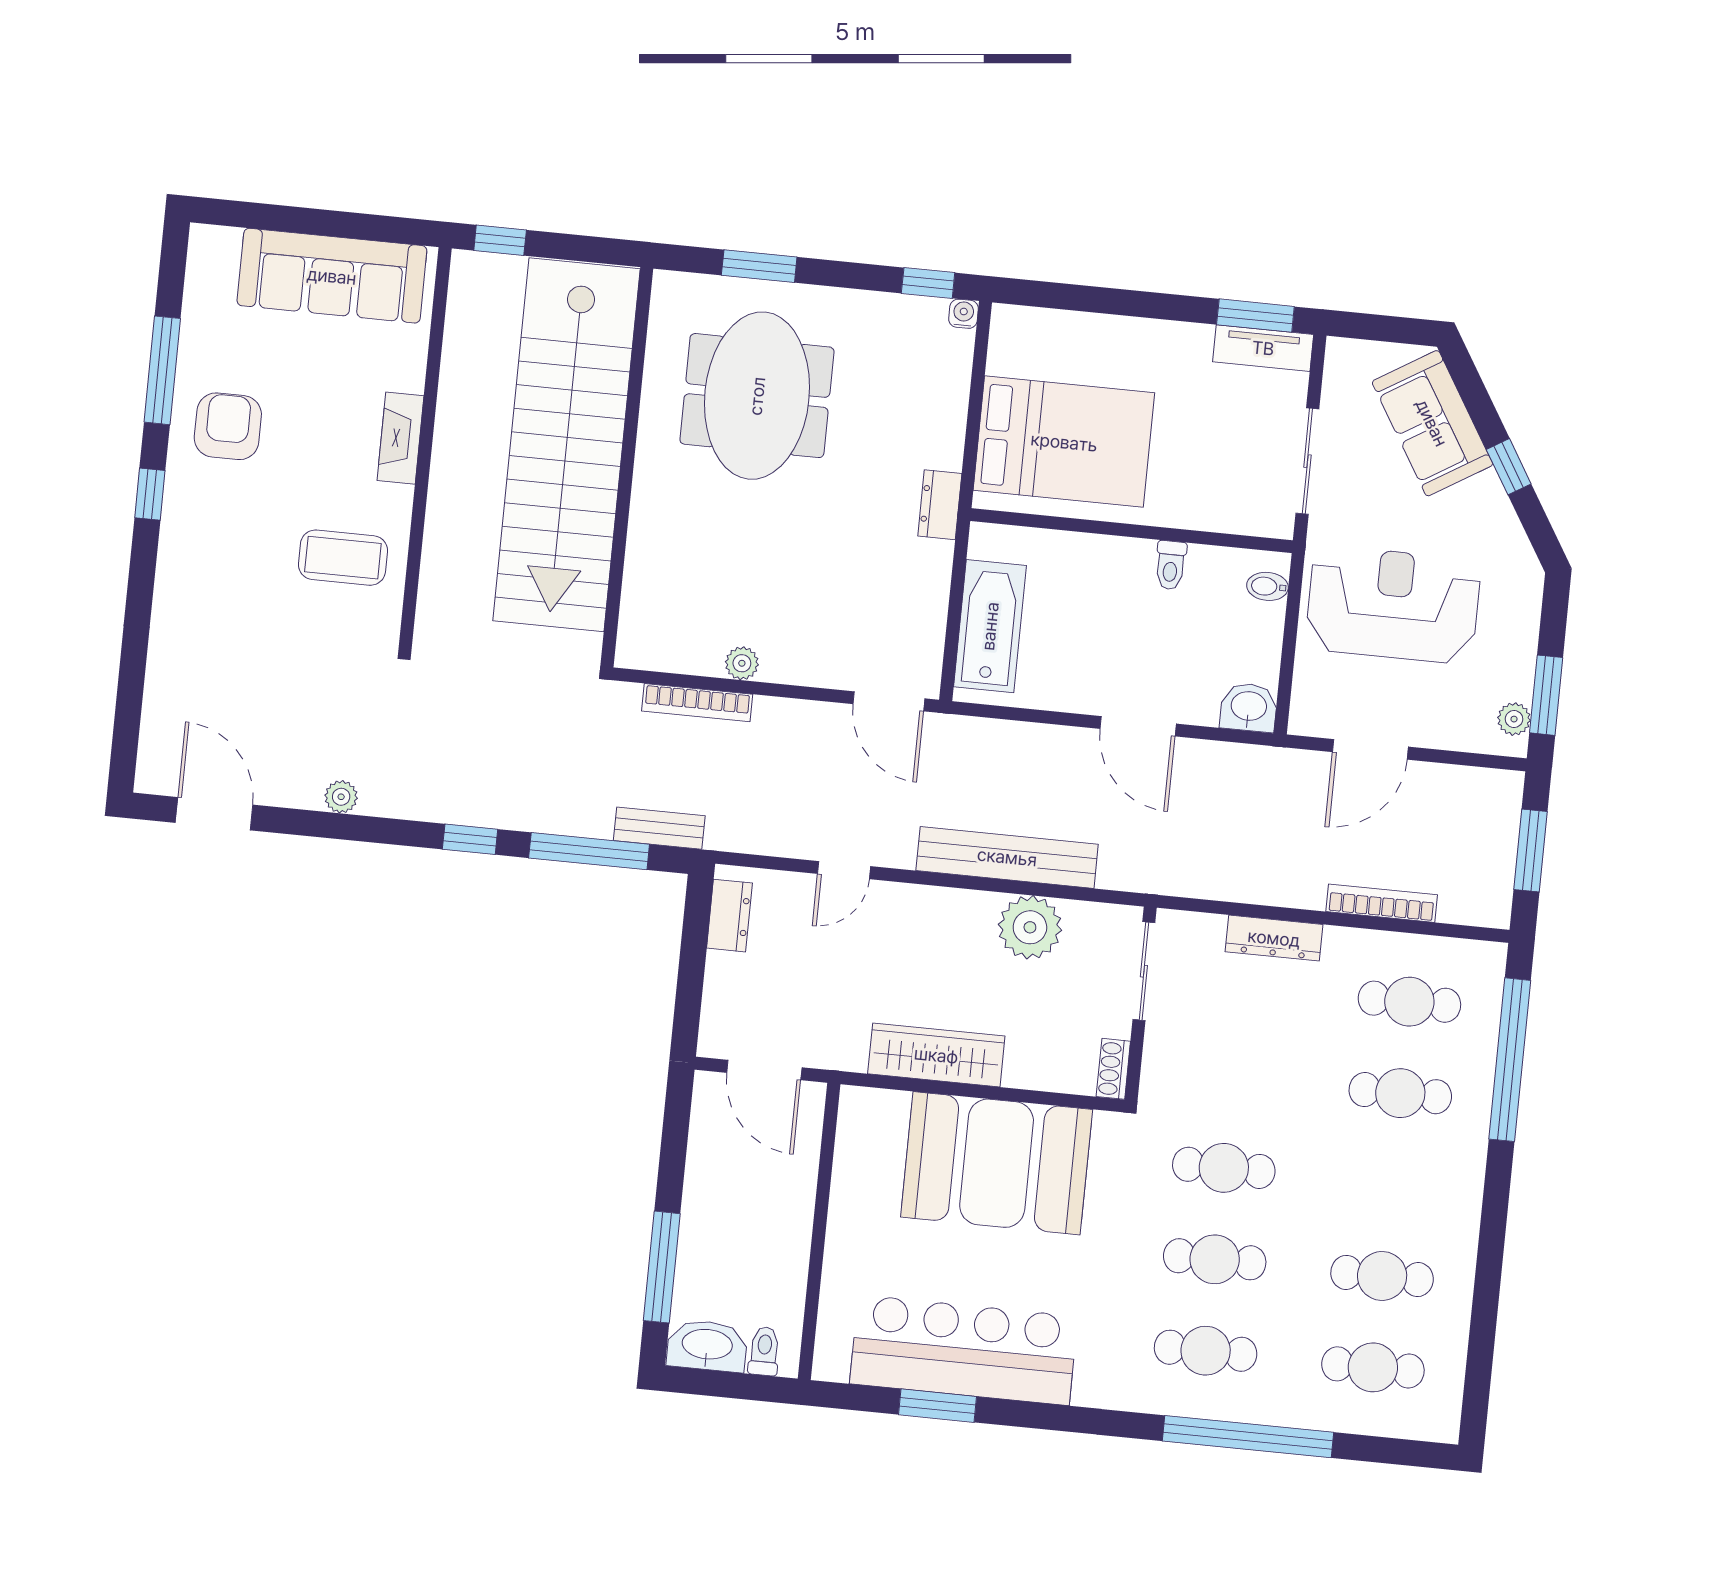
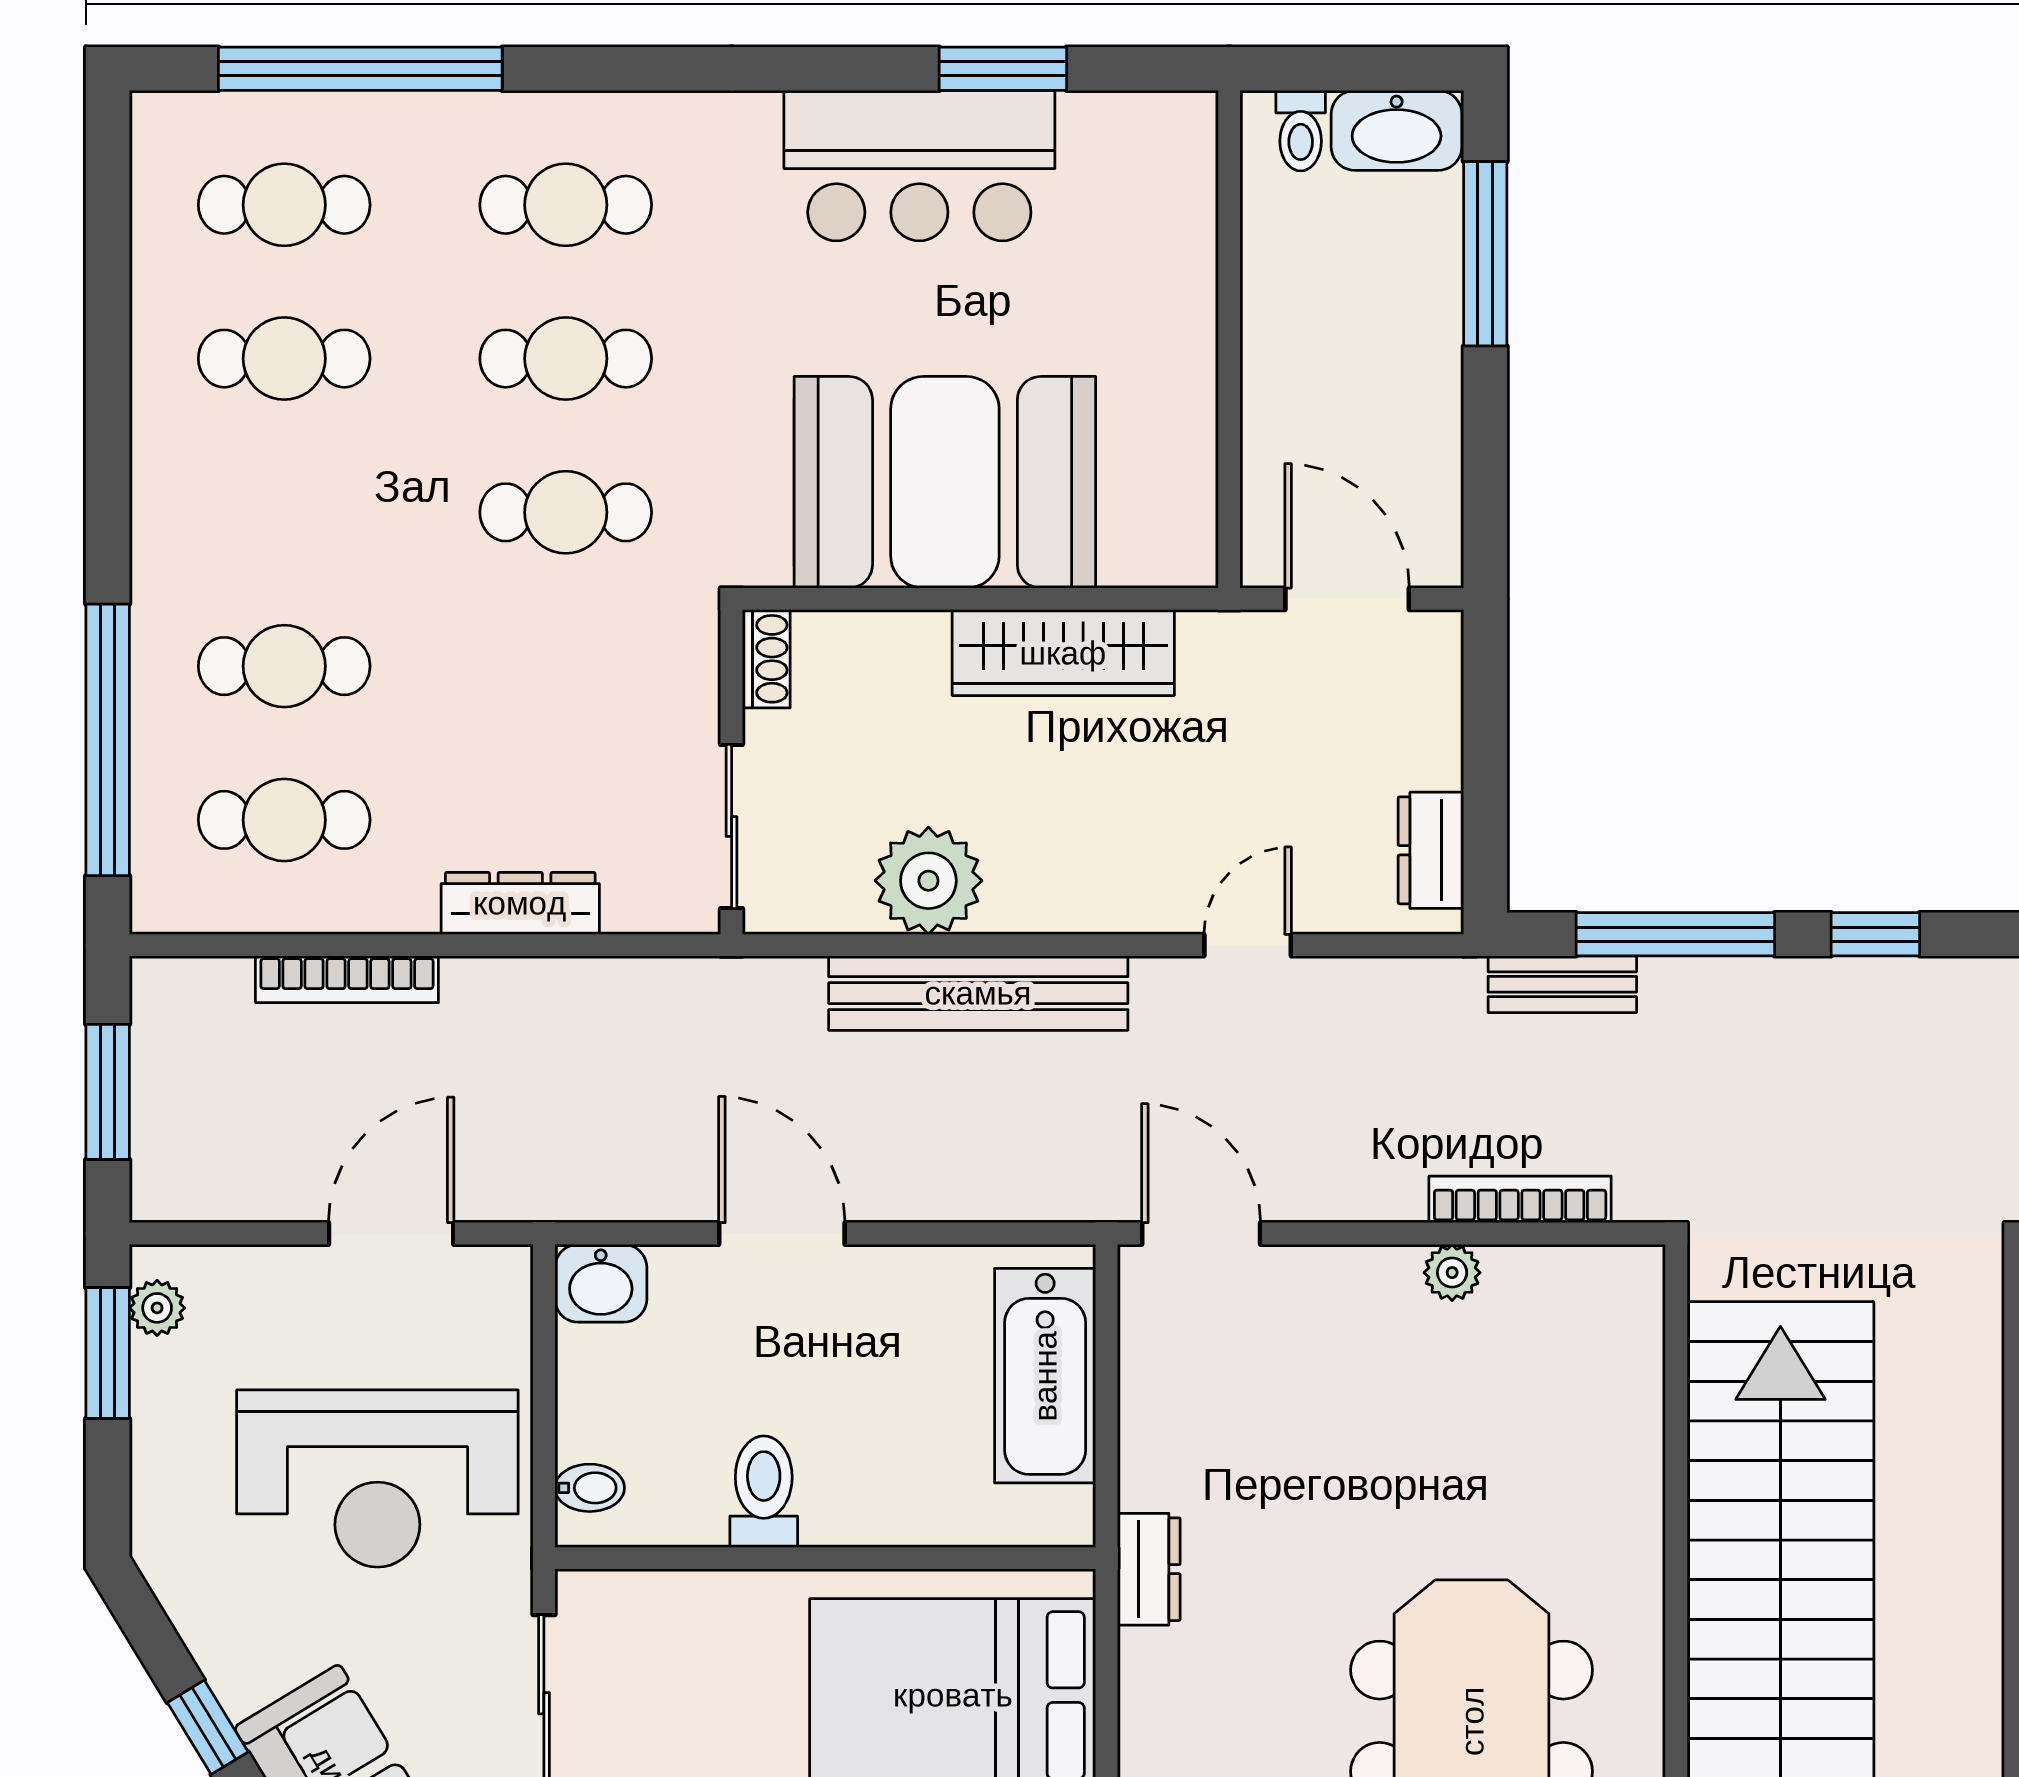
toilet: (1171, 565) -> (764, 1492), width x1.37, depth x1.39
bar counter: (964, 1350) -> (919, 166), width x0.73
window: (1248, 1437) -> (360, 69), moved

